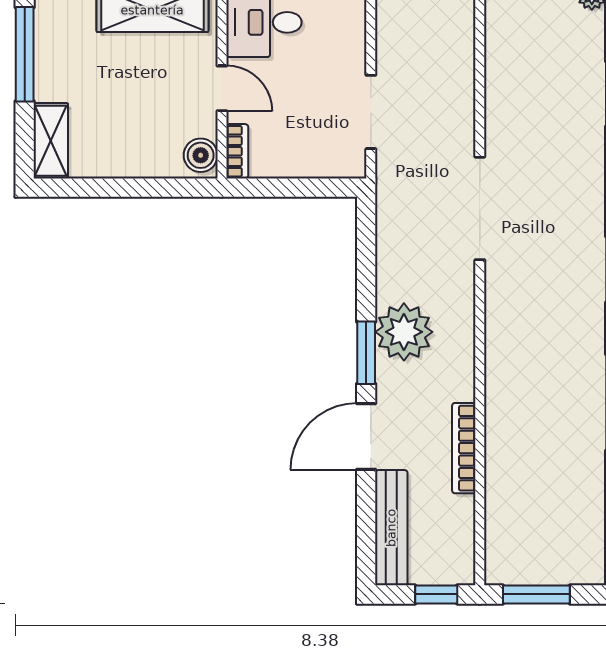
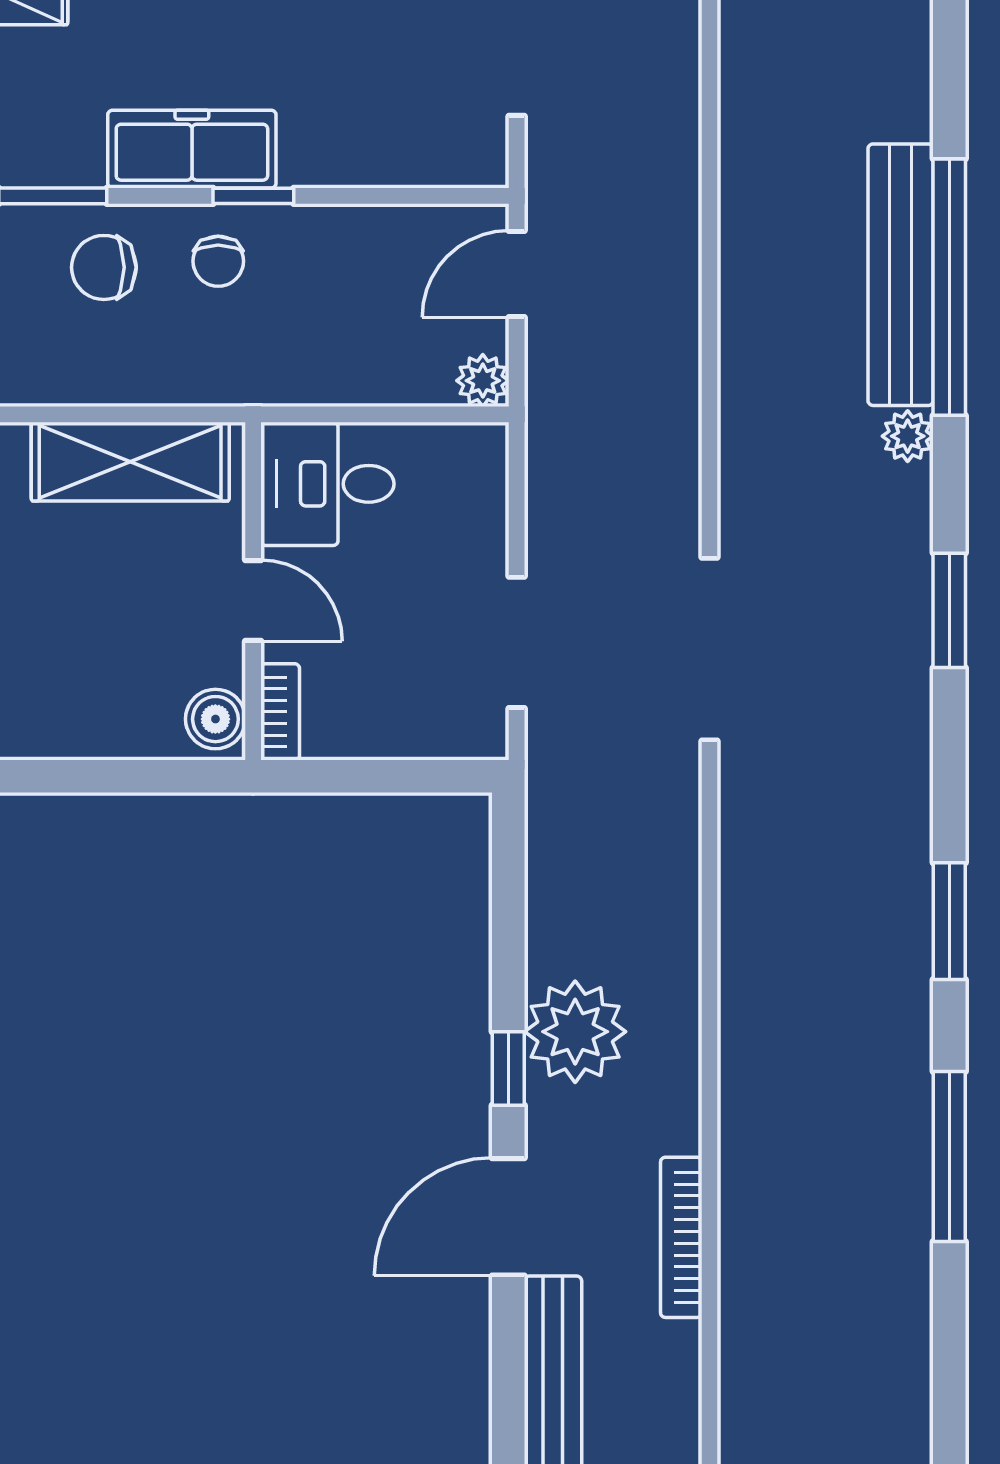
doorway: (480, 208) -> (709, 649), moved
window: (366, 353) -> (508, 1068), width x0.67

